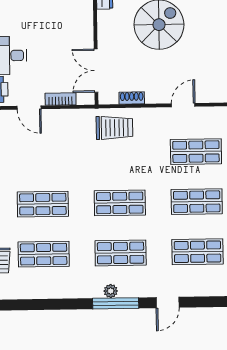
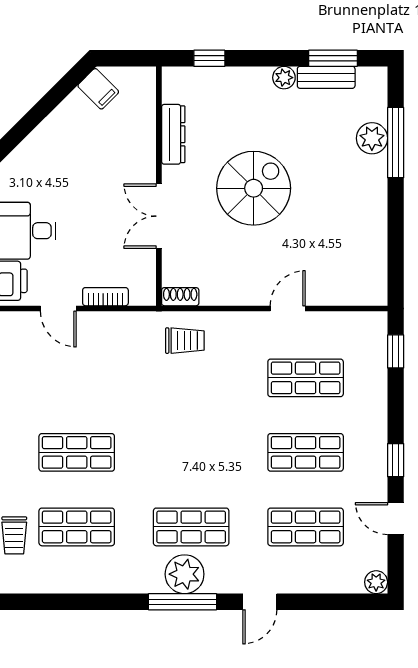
double door: (96, 71) -> (159, 216), moved
shoe rack: (132, 98) -> (180, 297), moved
trolley: (114, 128) -> (185, 341), width x0.73, depth x0.72
shop shelf: (120, 203) -> (191, 452), removed
plant: (111, 291) -> (185, 574), width x1.88, depth x1.88

